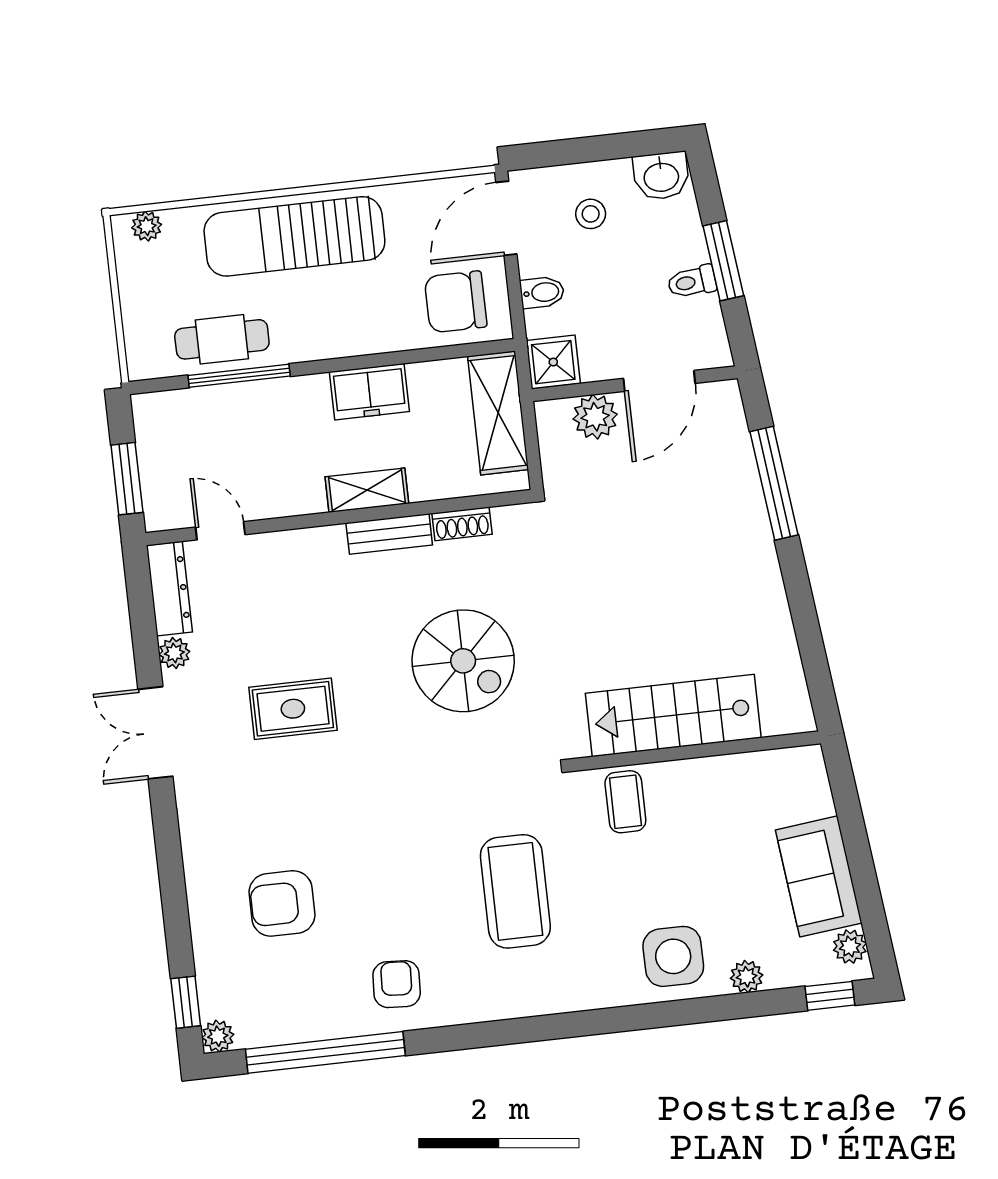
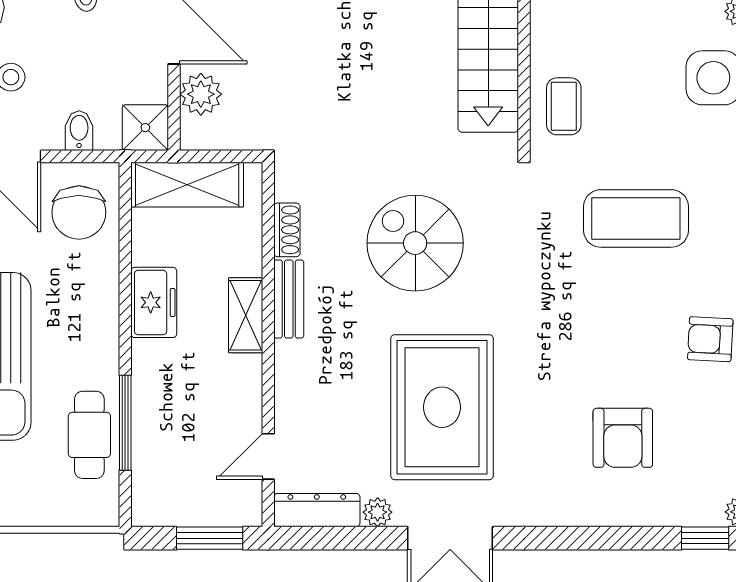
spiral stairs: (463, 661) -> (415, 243), turned -90
rug: (293, 709) -> (442, 407), width x1.86, depth x2.06
coffee table: (625, 802) -> (564, 106), turned 90

